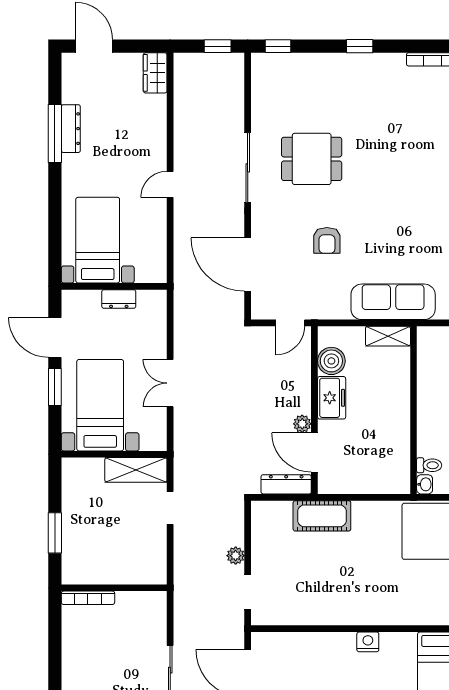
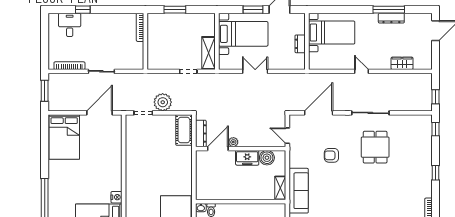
wardrobe: (155, 73) -> (402, 63), moved
cot: (322, 516) -> (184, 130), moved
plant: (236, 556) -> (163, 102), width x1.87, depth x1.87
nightstand: (368, 642) -> (116, 197), moved

